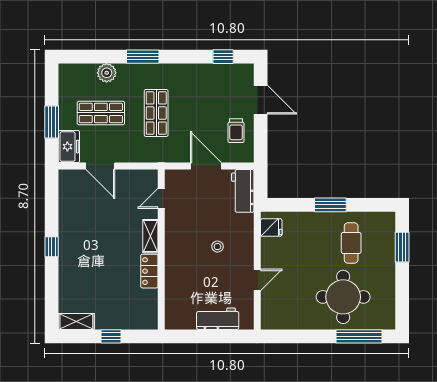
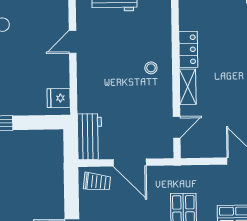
trolley: (236, 131) -> (97, 182), moved, turned 97
stool: (218, 247) -> (151, 68), moved

